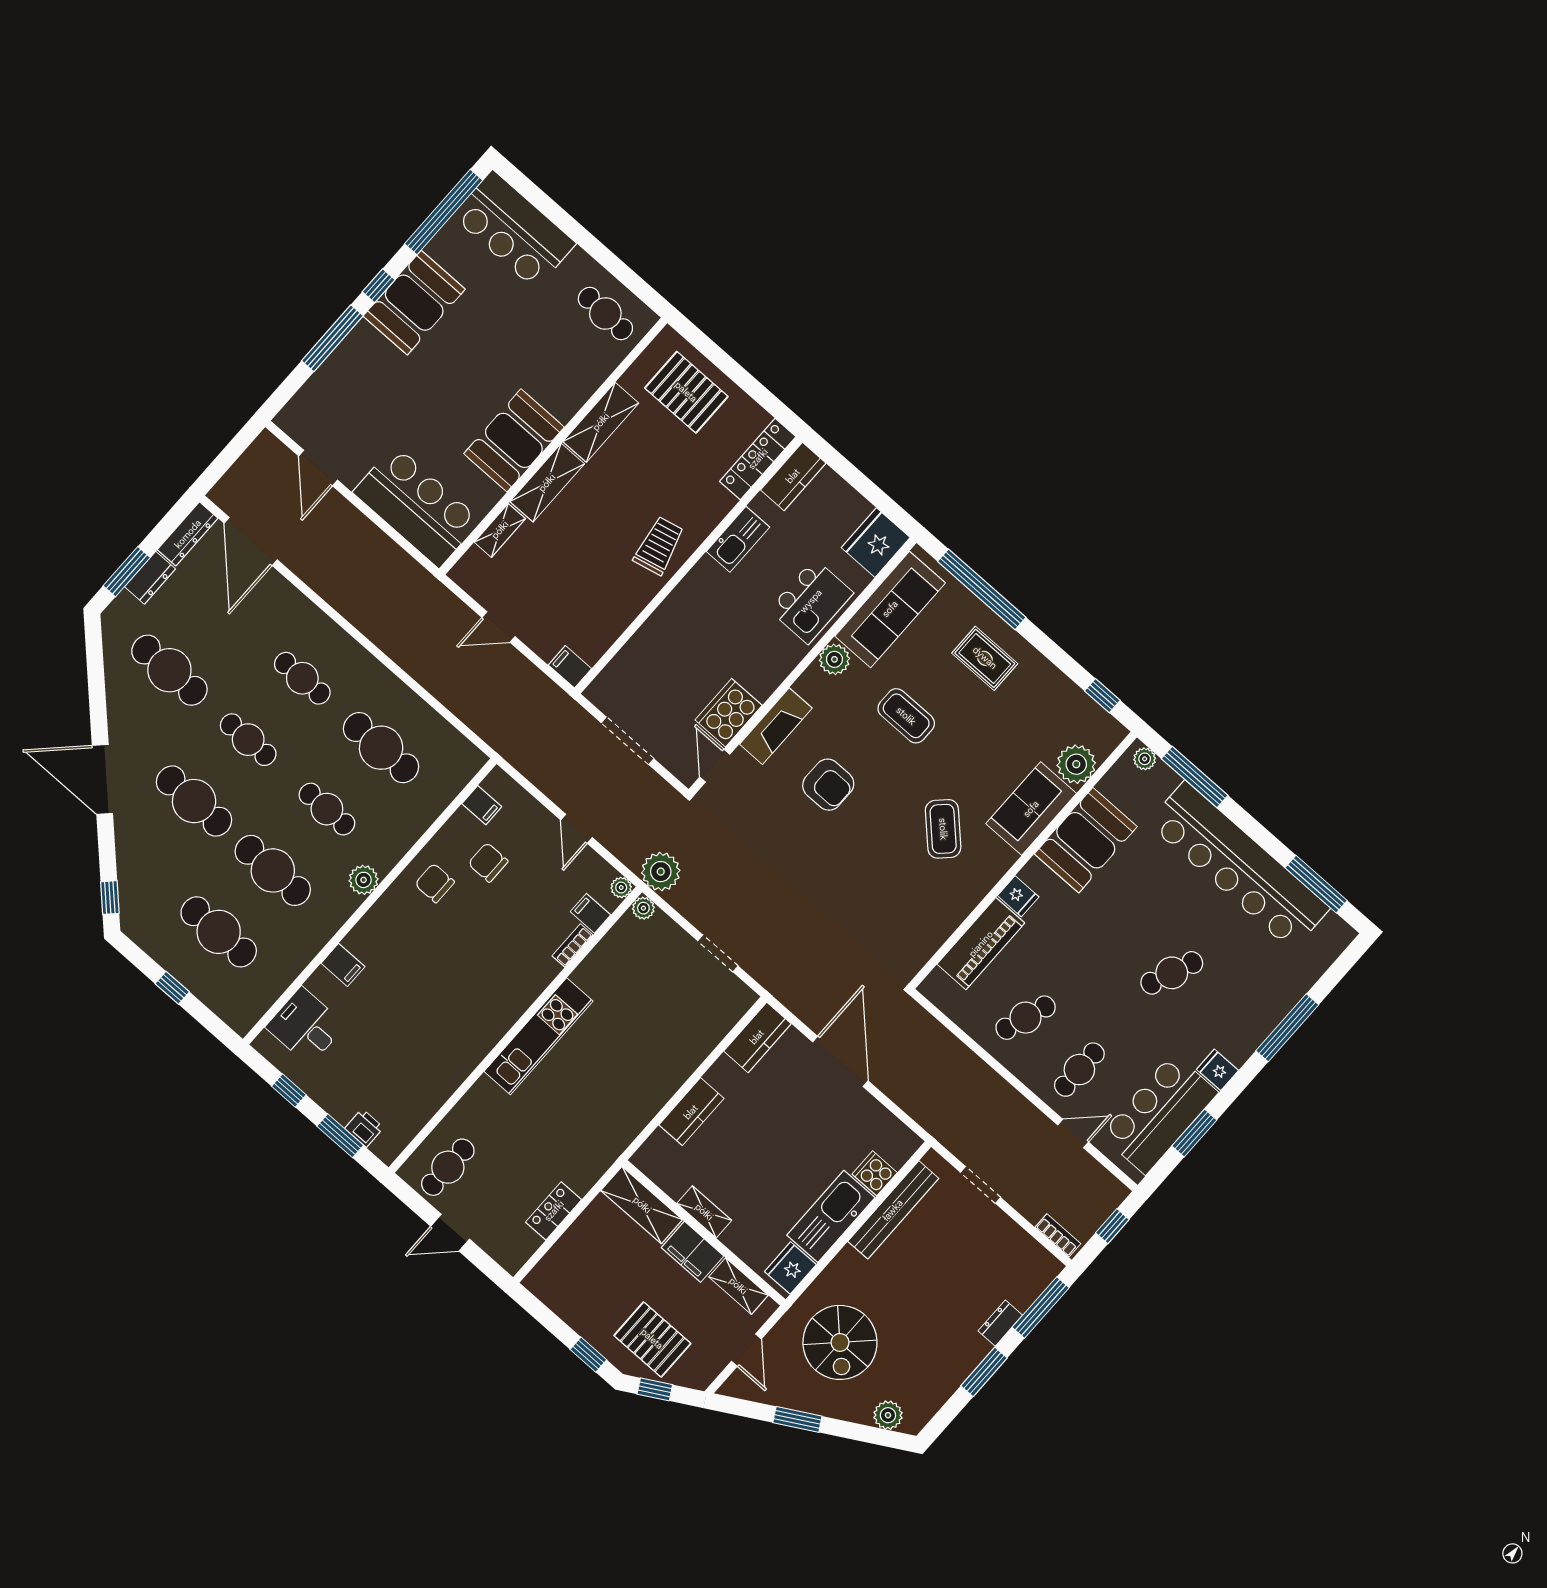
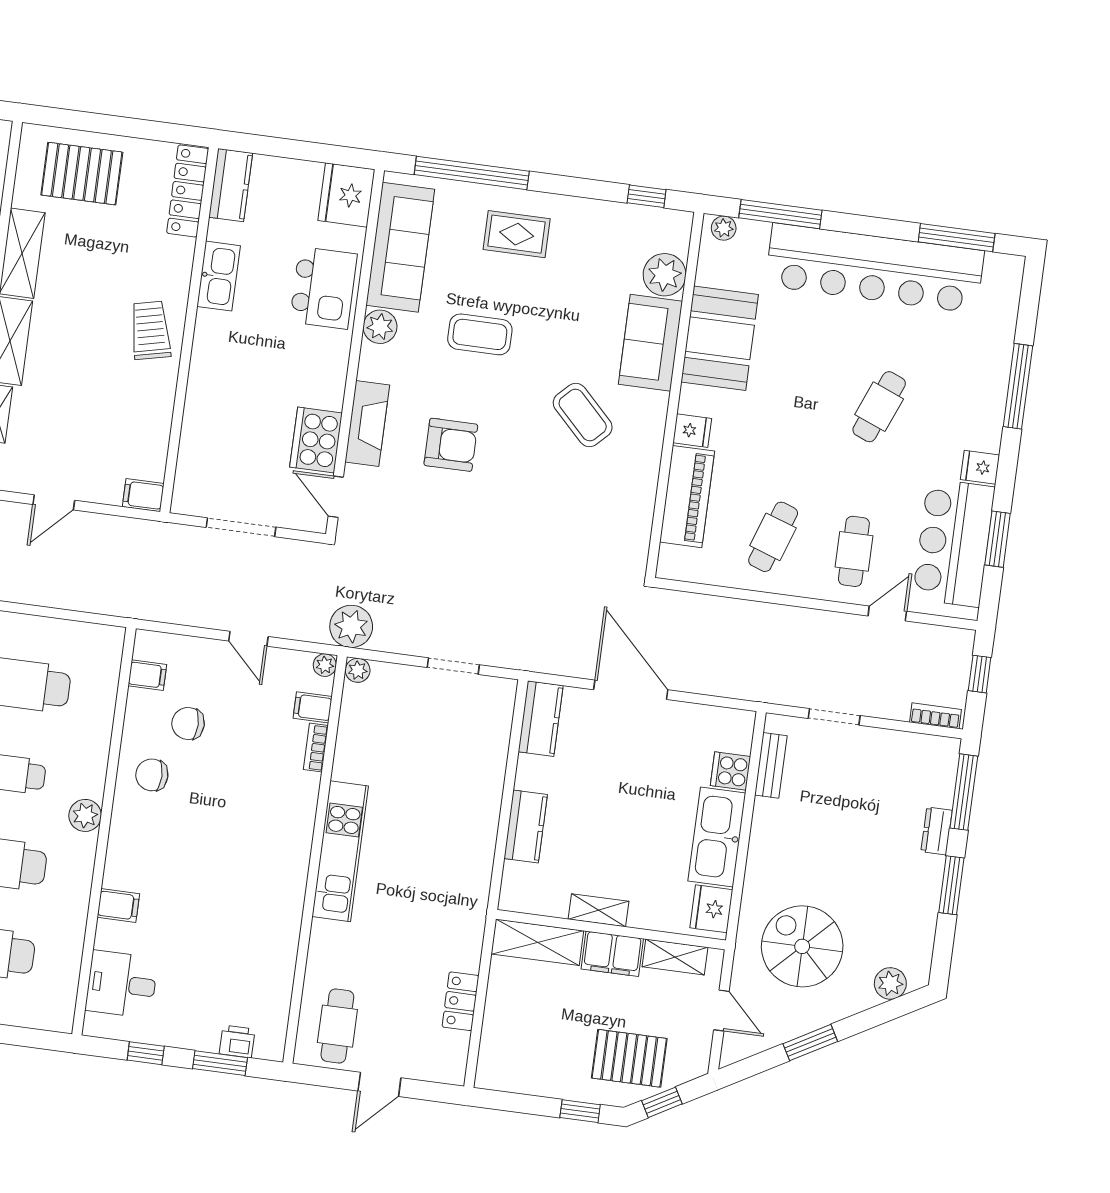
bench: (893, 1210) -> (771, 765), width x0.54, depth x0.82
spiral stairs: (840, 1342) -> (802, 946), turned 180

